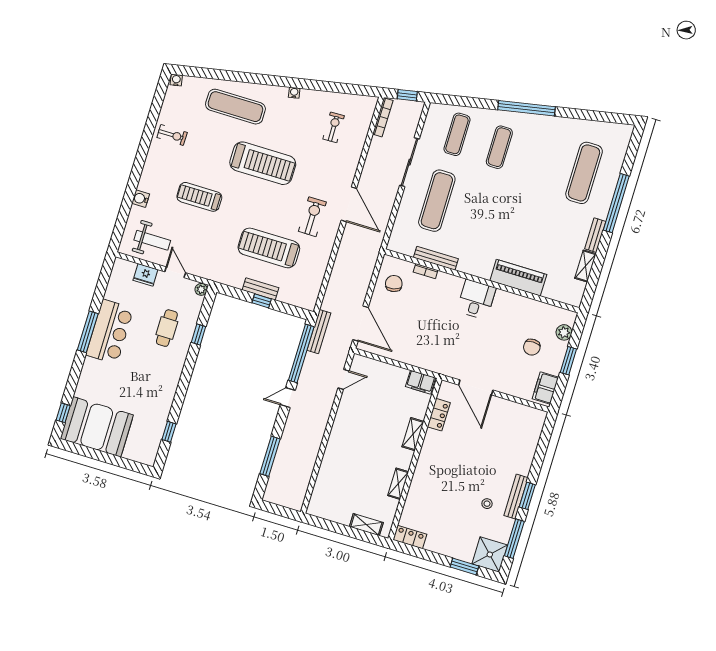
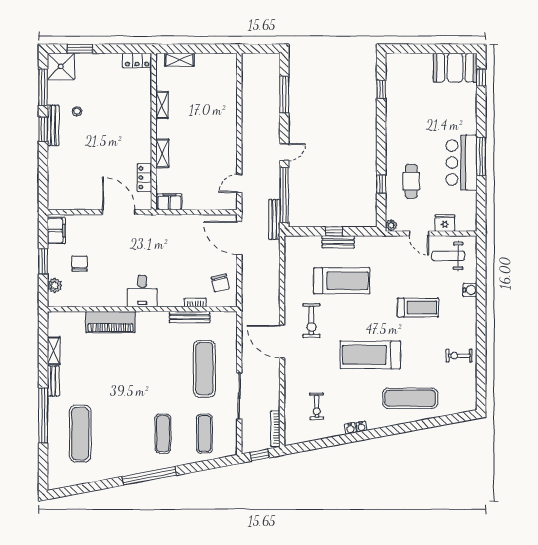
water cooler: (176, 80) -> (350, 428), moved
booth: (97, 427) -> (455, 68), width x0.73, depth x0.70

